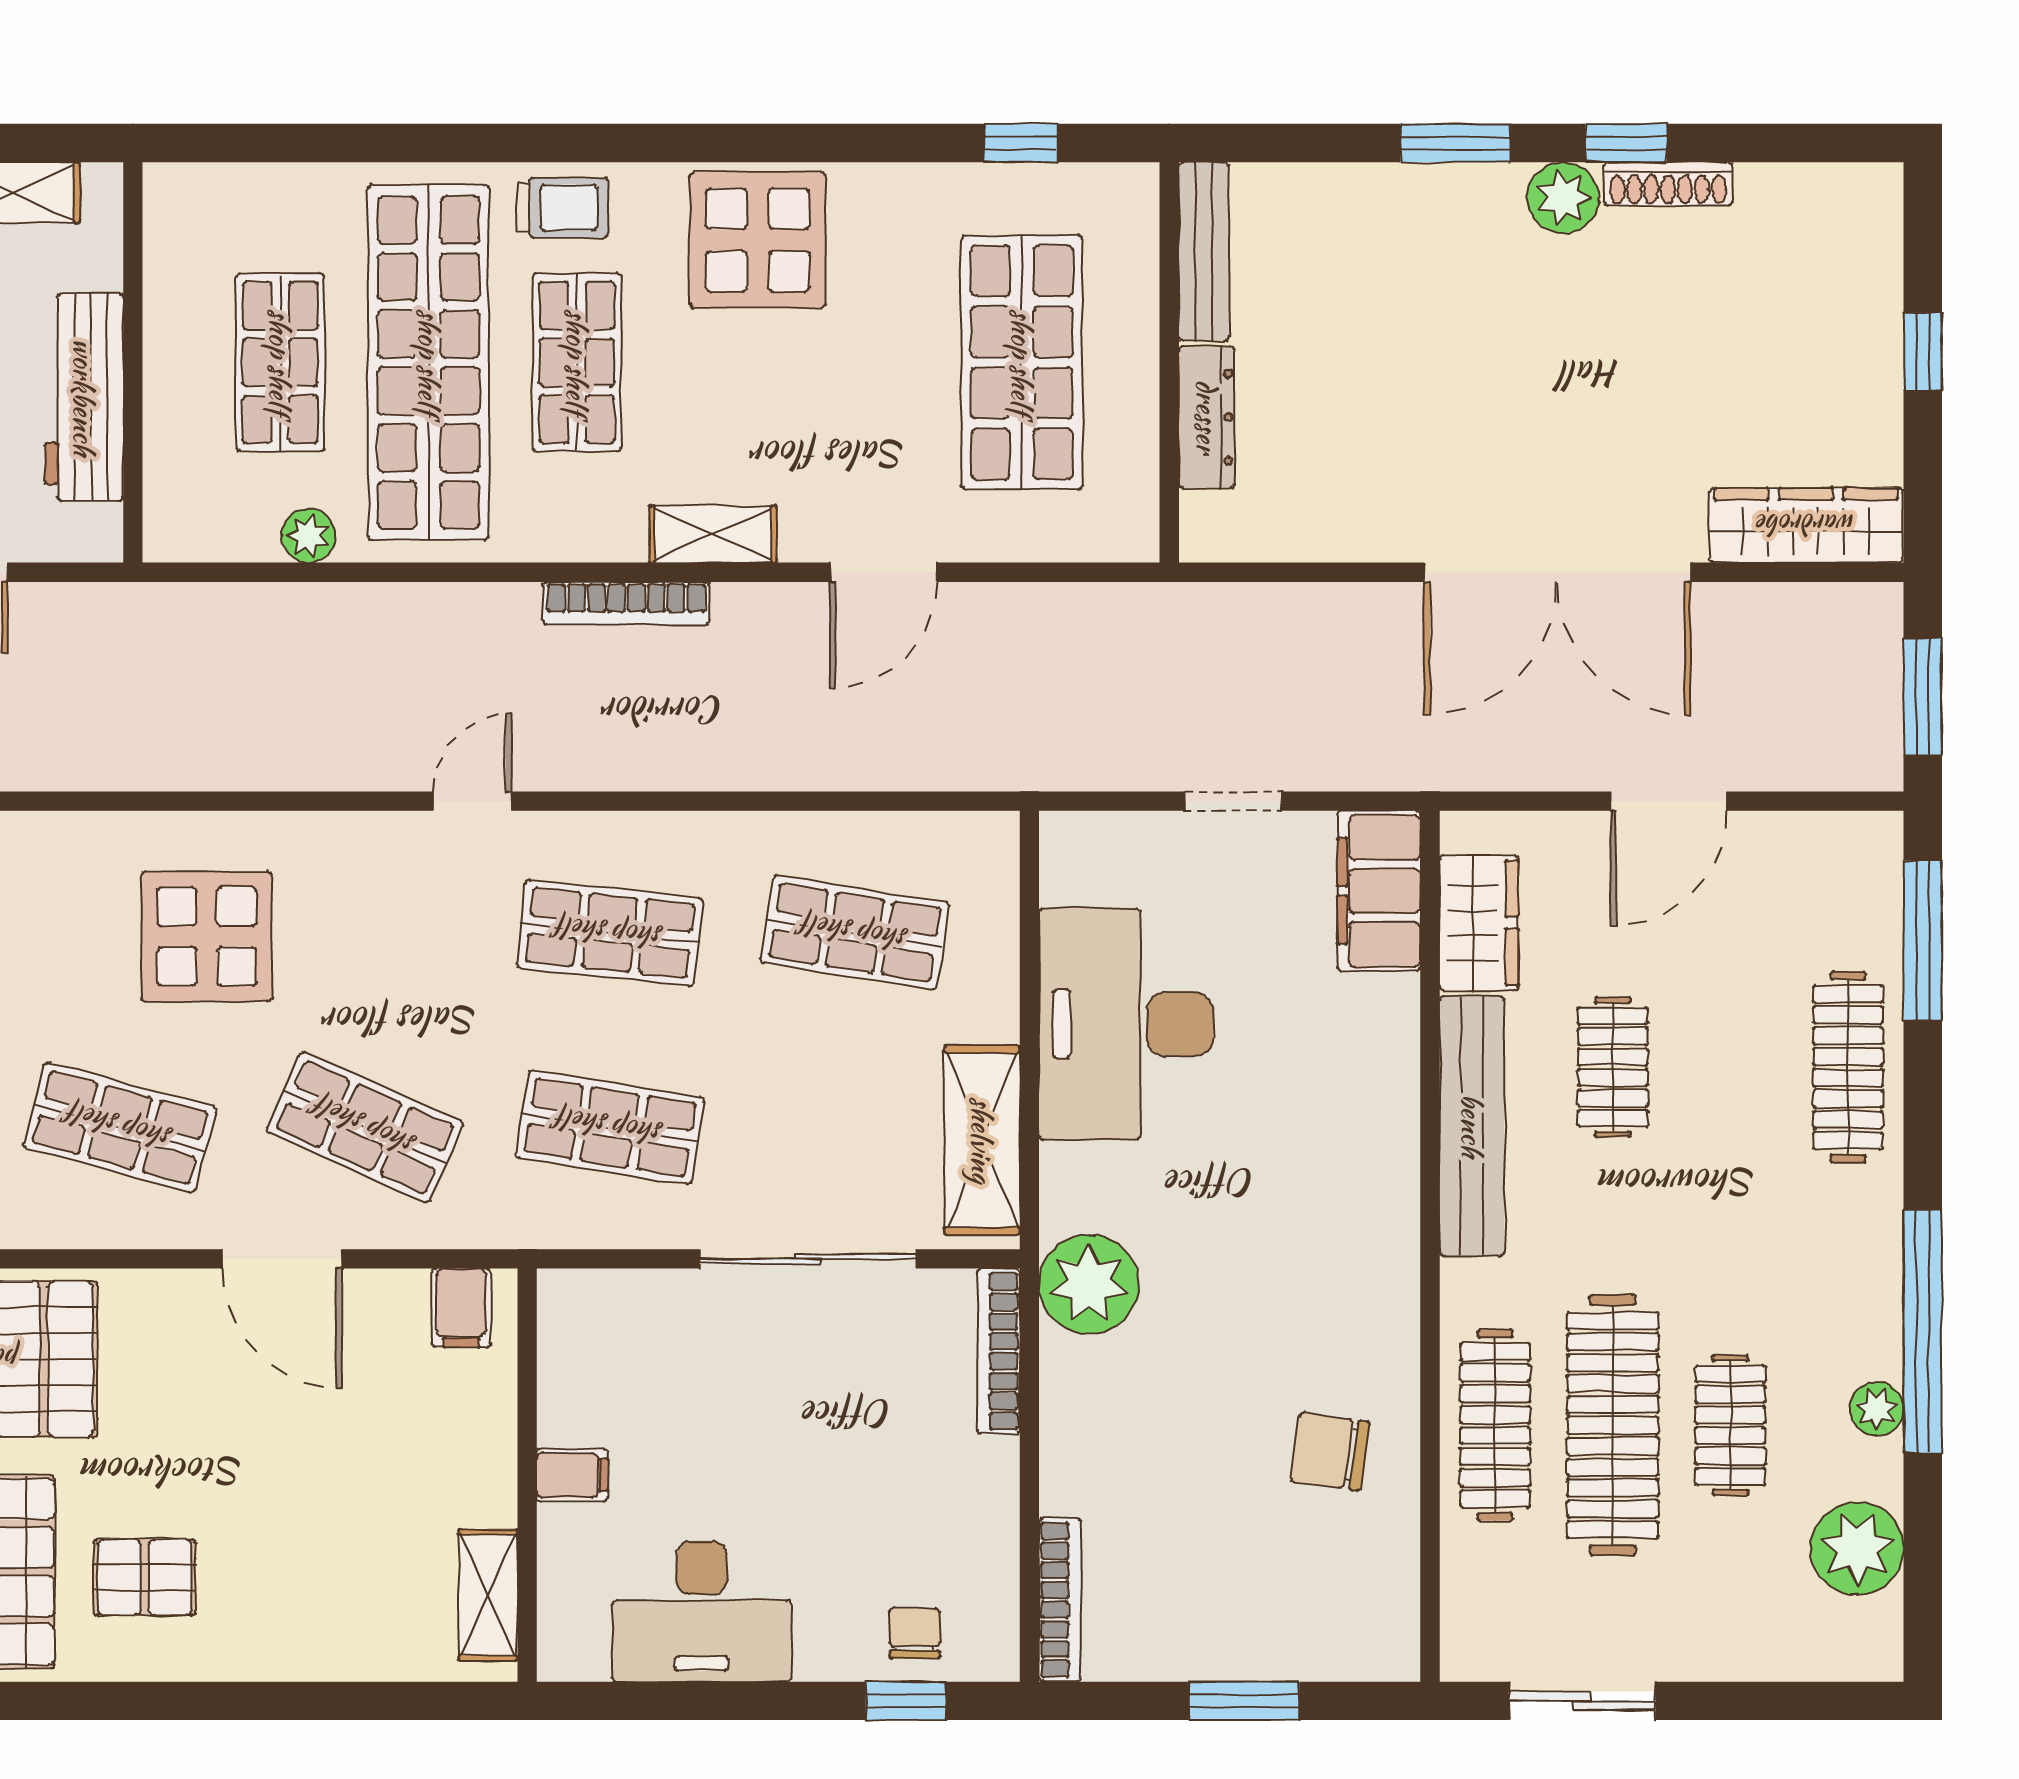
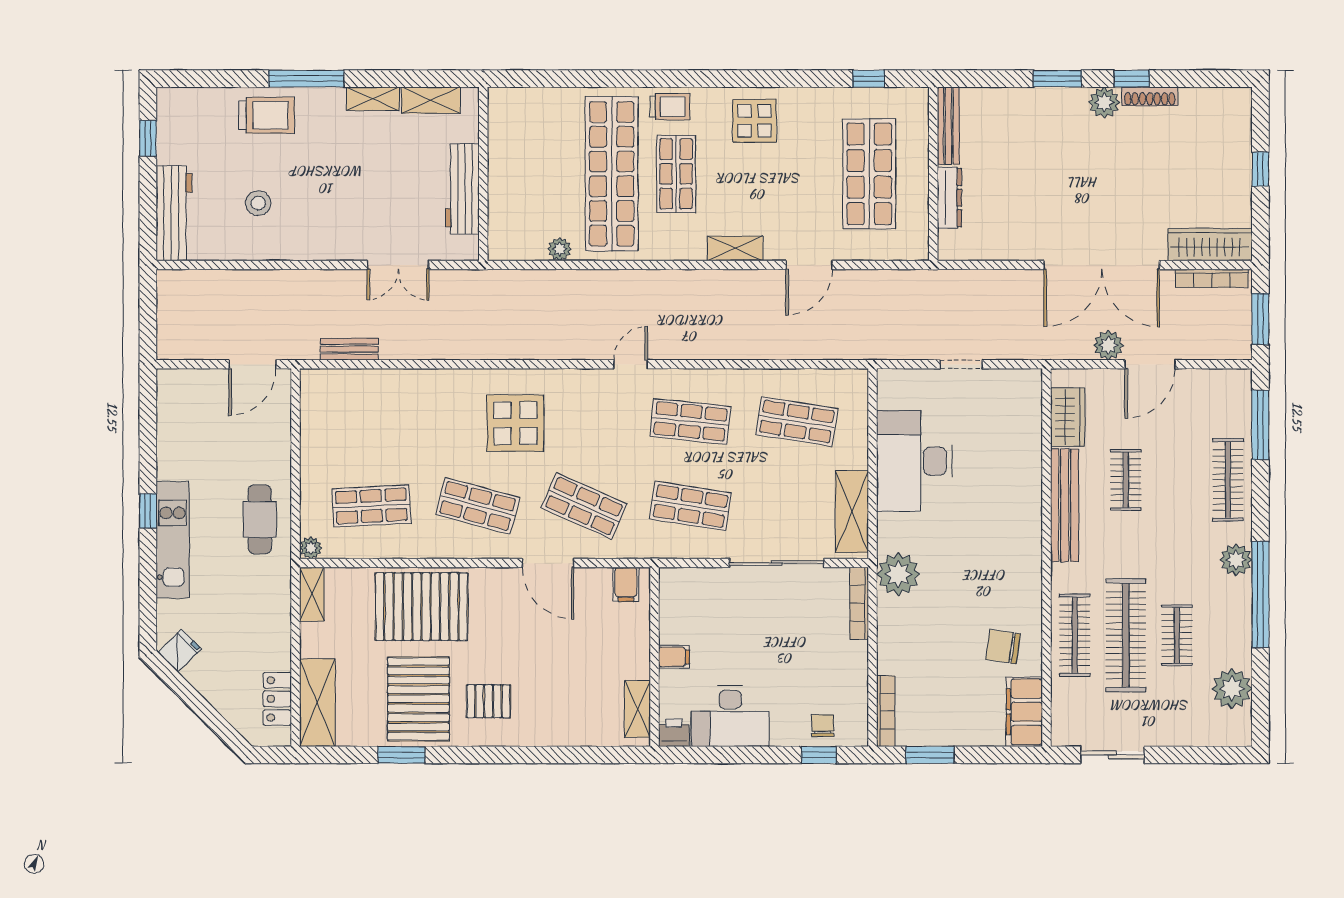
display table: (758, 240) -> (755, 121), width x0.73, depth x0.73
shop shelf: (280, 362) -> (547, 174), removed
bookcase: (626, 603) -> (1212, 278), moved
plant: (1573, 757) -> (1108, 345), added
filing cabinet: (1379, 891) -> (1024, 712), moved
plant: (1877, 1409) -> (1236, 560), moved, width x1.38, depth x1.38
printer: (572, 1650) -> (674, 733), added
window: (1244, 1701) -> (930, 755), moved

